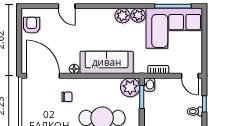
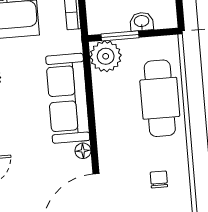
washbasin: (149, 85) -> (142, 22), moved
chair: (67, 97) -> (159, 179), moved

